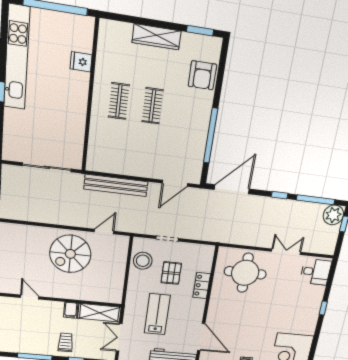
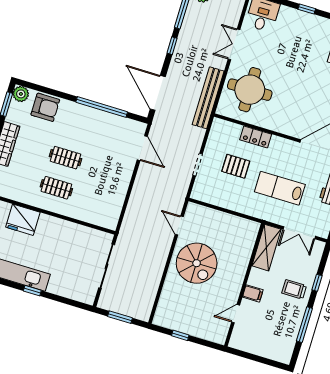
plant: (213, 46) -> (21, 94), added
fridge: (81, 62) -> (23, 220), width x1.88, depth x1.34
bench: (116, 185) -> (208, 98), moved
stool: (143, 261) -> (217, 193), removed
filing cabinet: (71, 310) -> (253, 293), moved

